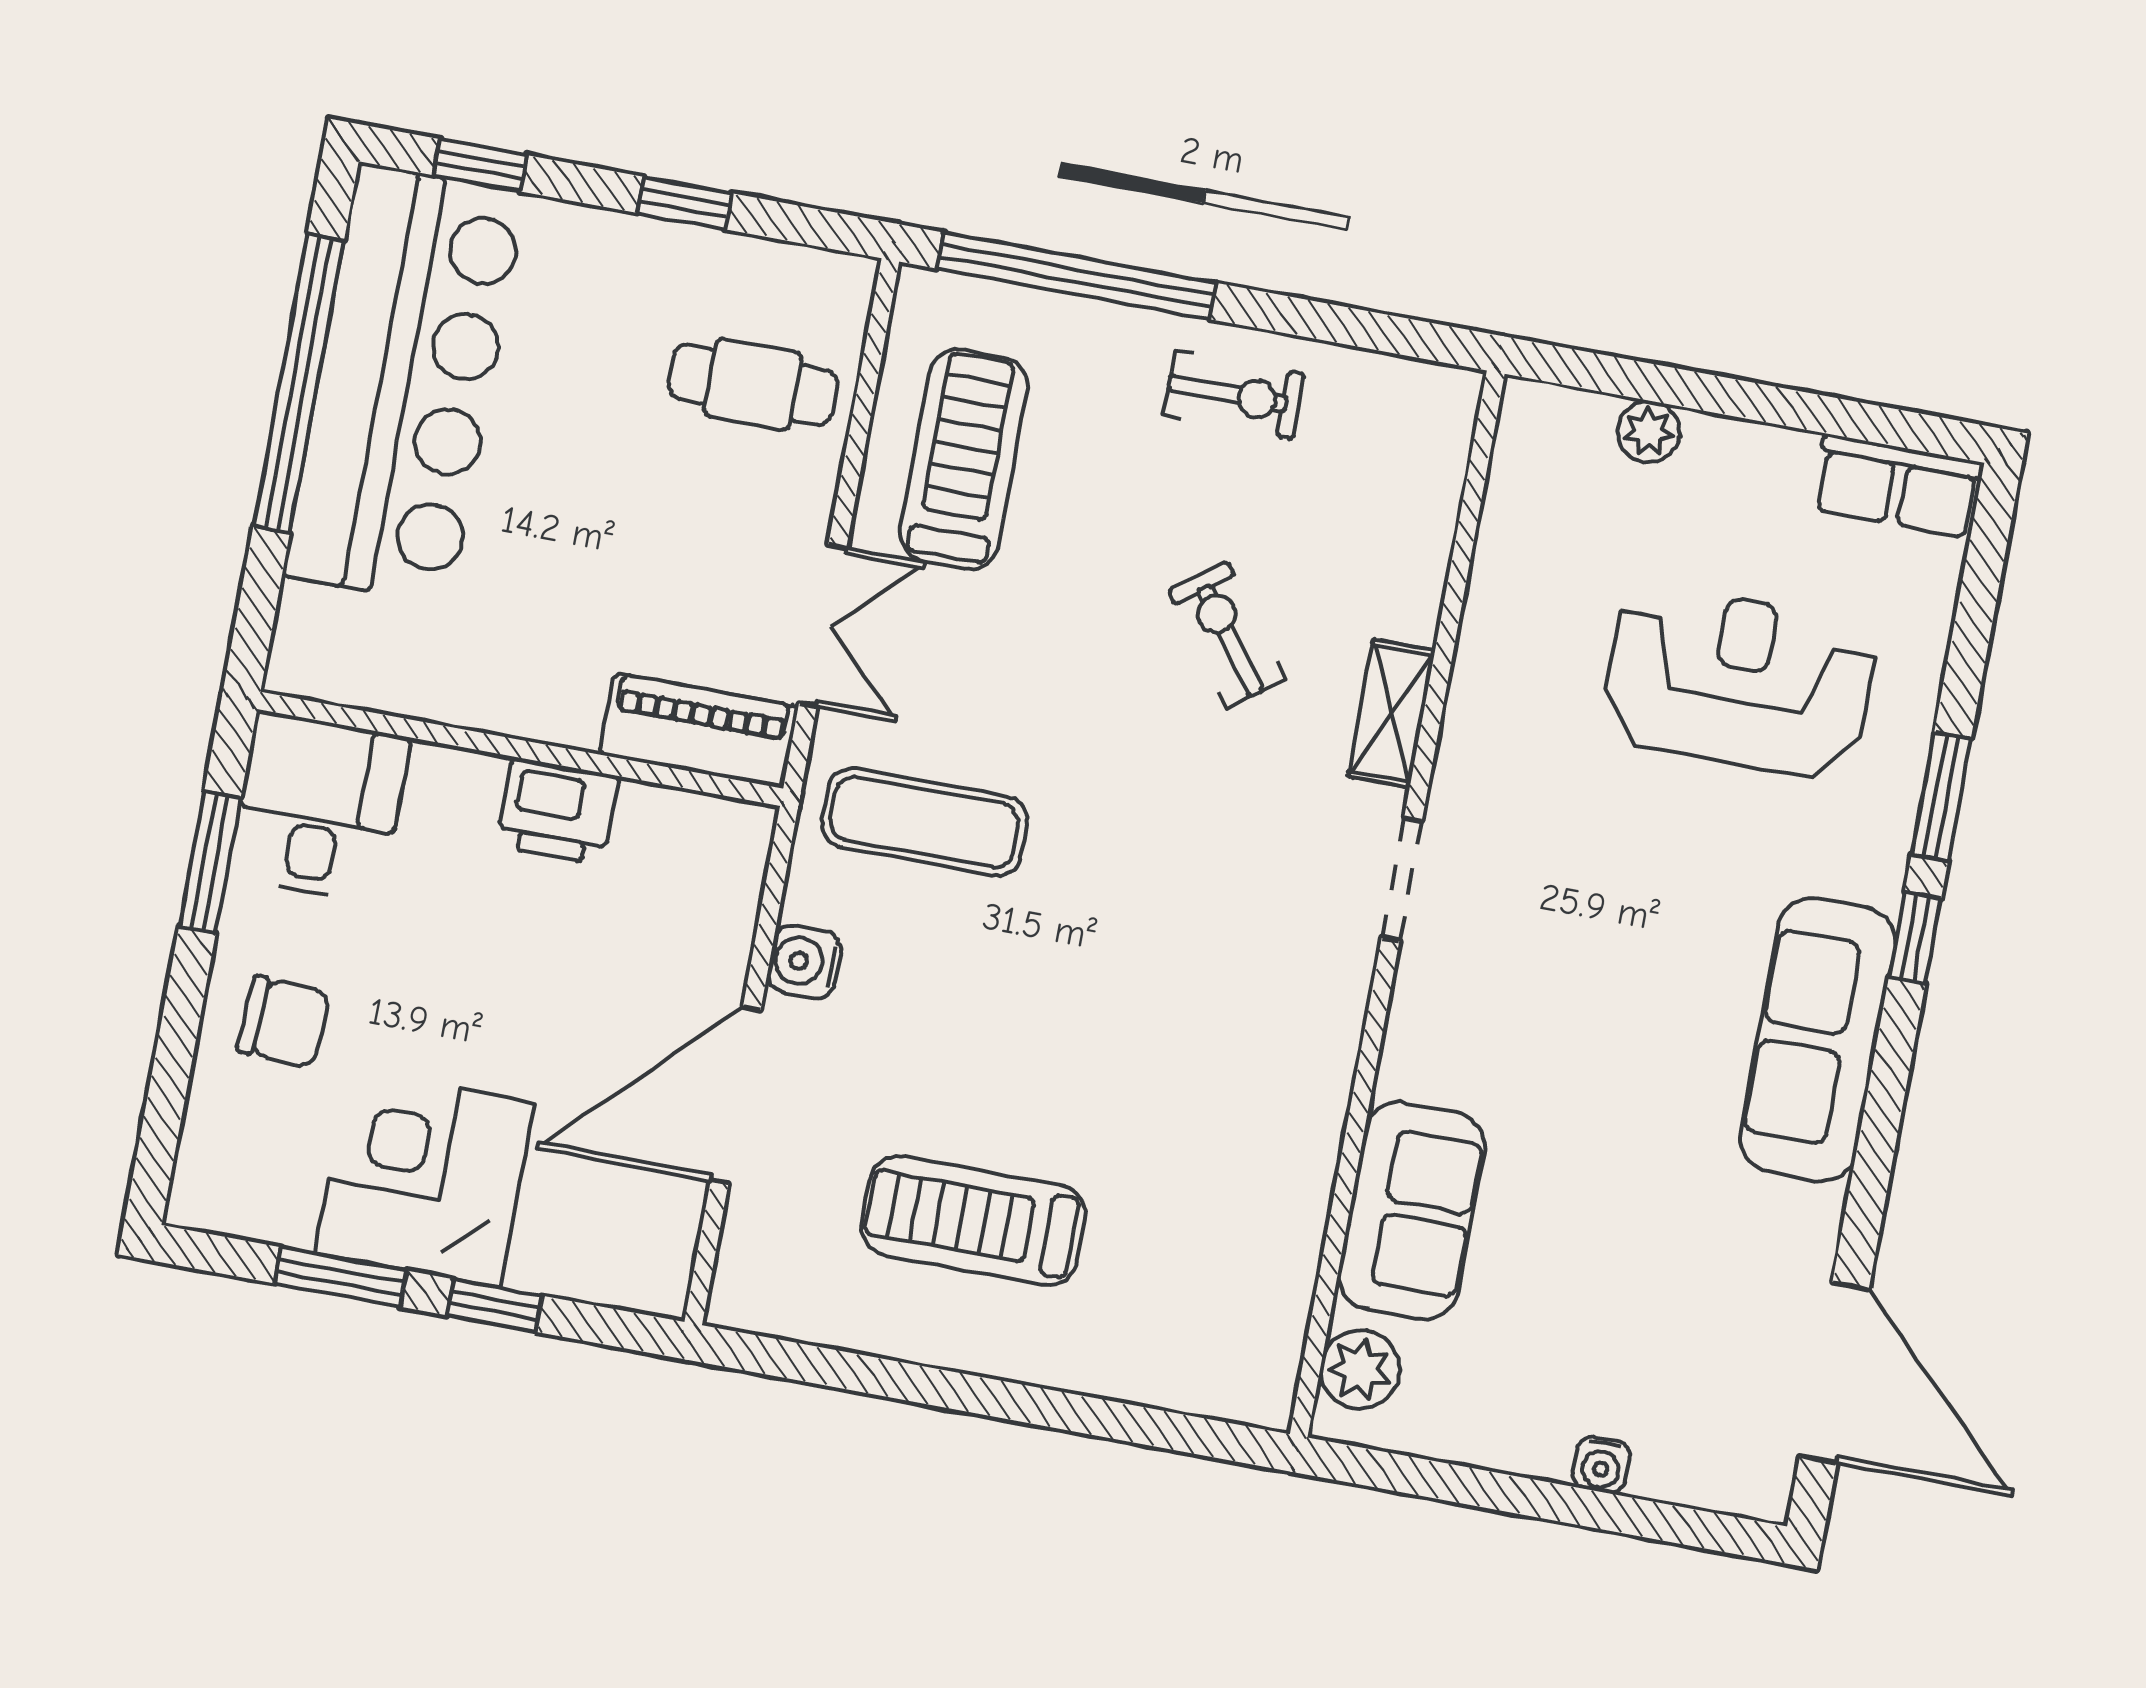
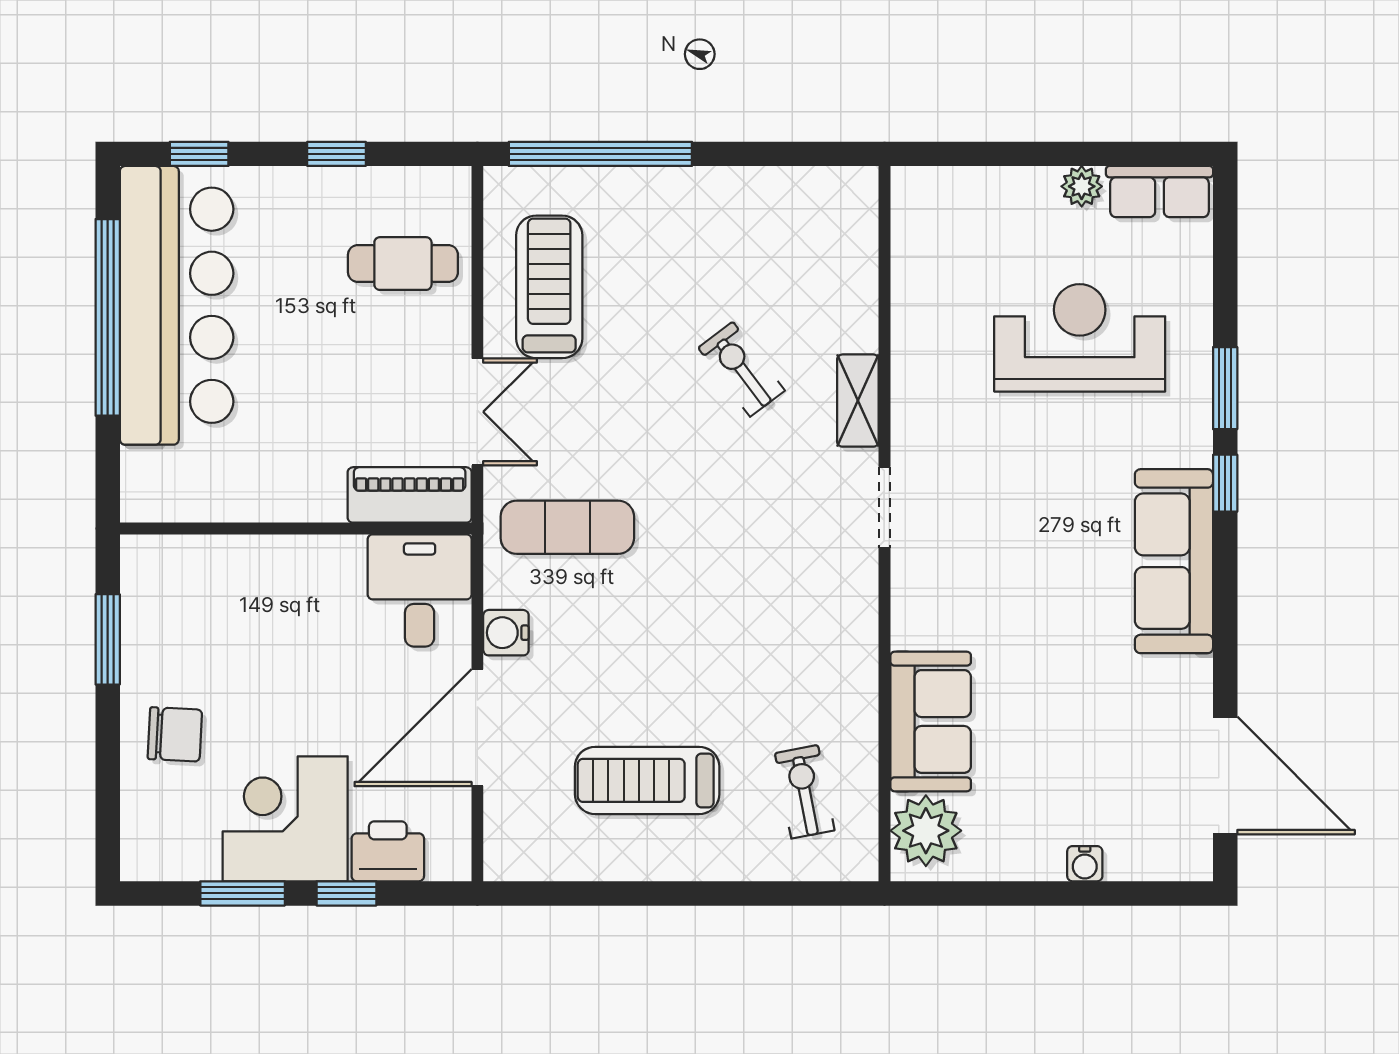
exercise bike: (1234, 395) -> (805, 792), moved, turned -101
plant: (1648, 432) -> (1082, 186), moved
desk: (319, 807) -> (420, 590), moved
printer: (557, 811) -> (388, 851), moved, turned 180
plant: (1360, 1369) -> (926, 831), width x1.36, depth x1.36

